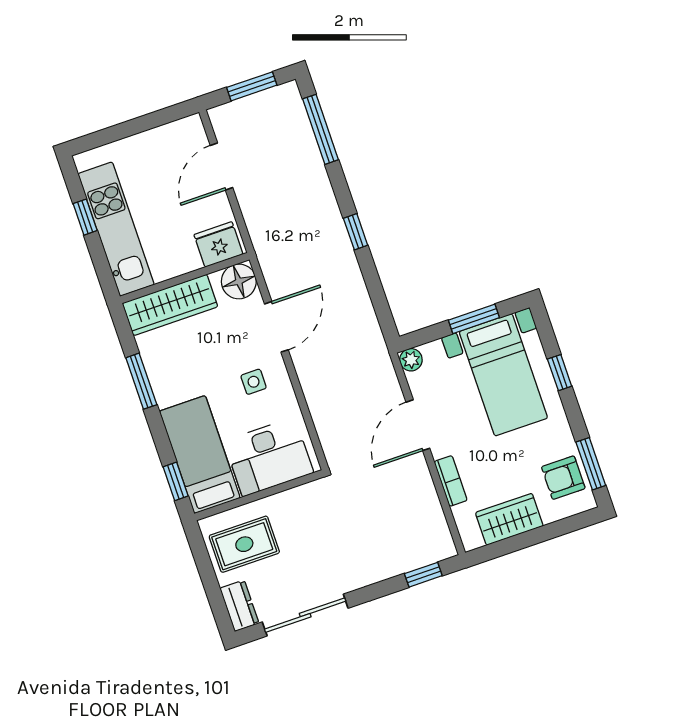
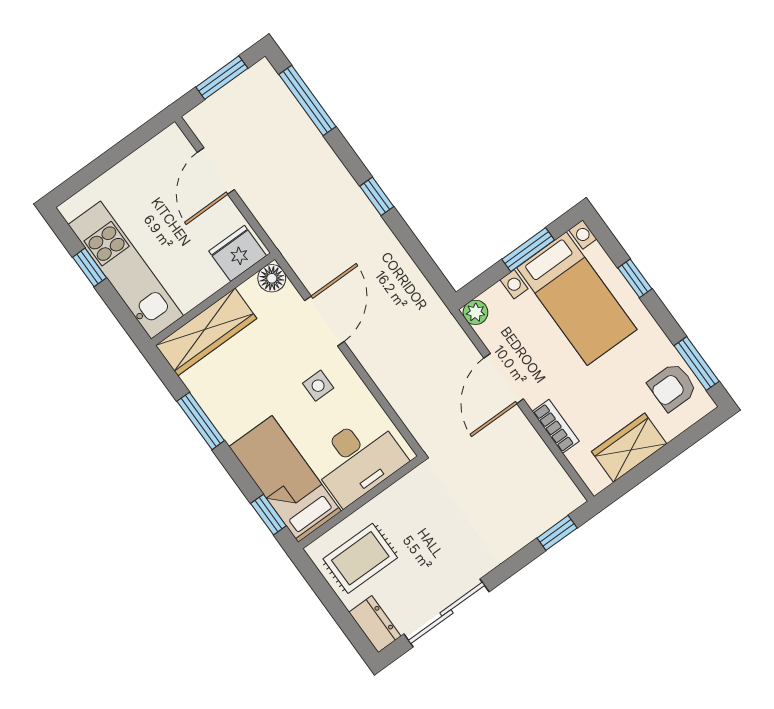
floor lamp: (239, 281) -> (272, 278), width x0.73, depth x0.73

